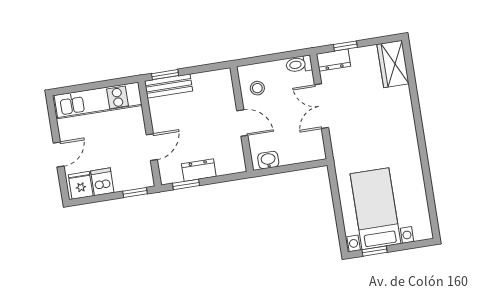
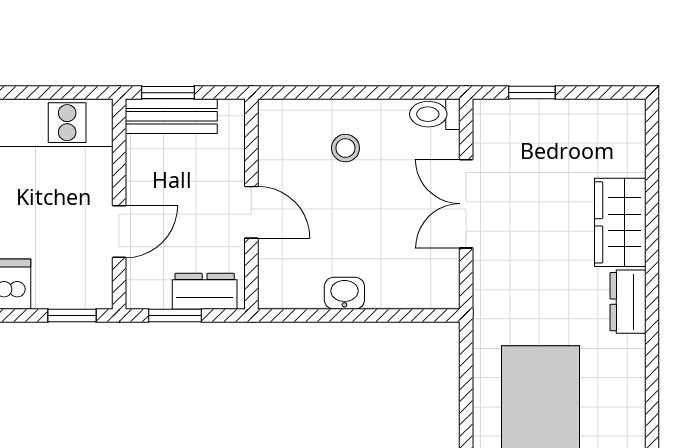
dresser: (333, 60) -> (628, 302), moved, turned 90
wardrobe: (393, 64) -> (620, 222), moved
wall: (242, 119) -> (251, 204), moved
door: (242, 123) -> (251, 212), moved

